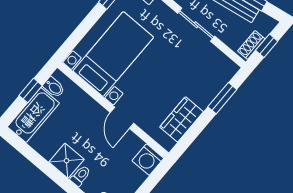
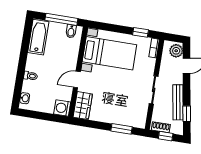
window: (31, 91) -> (61, 19), width x2.17
bathtub: (33, 115) -> (38, 37), moved, turned -90
wardrobe: (181, 119) -> (83, 106), moved, turned 90
shower: (67, 161) -> (34, 63), removed

